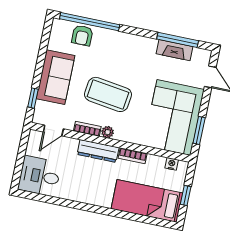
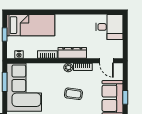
coffee table: (108, 94) -> (73, 94), width x0.54, depth x0.58
window: (33, 98) -> (125, 97), moved
door: (53, 130) -> (106, 61), swing flipped

